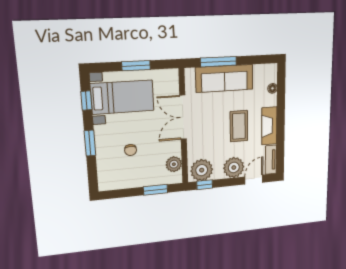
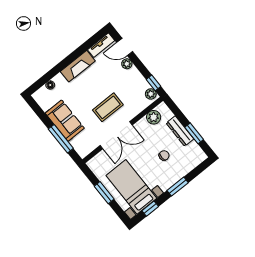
sofa: (224, 78) -> (65, 121), width x0.73
coffee table: (239, 126) -> (108, 107), moved
plant: (234, 167) -> (127, 64), width x0.53, depth x0.53
plant: (202, 170) -> (151, 94), width x0.53, depth x0.53
dresser: (143, 180) -> (180, 131), added
window: (156, 190) -> (194, 133), moved

